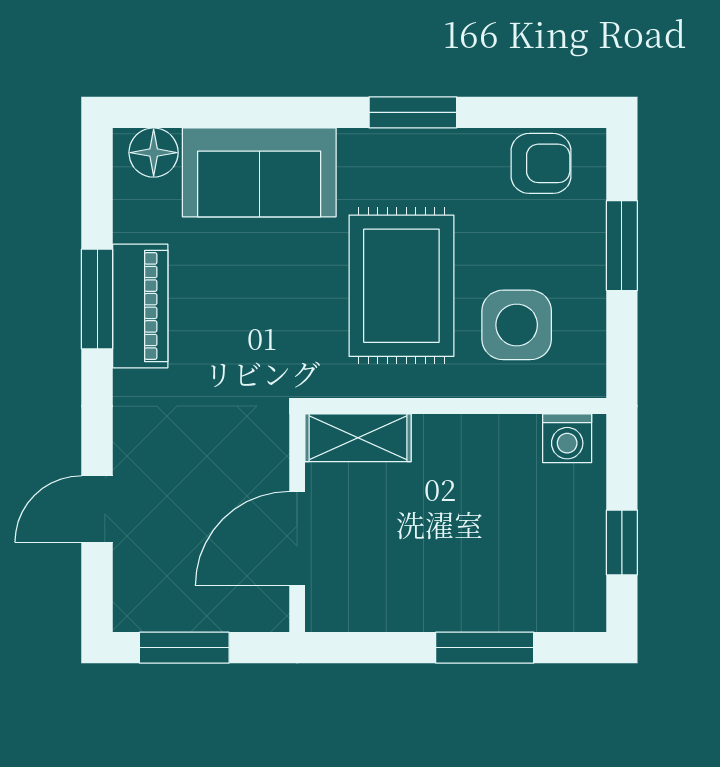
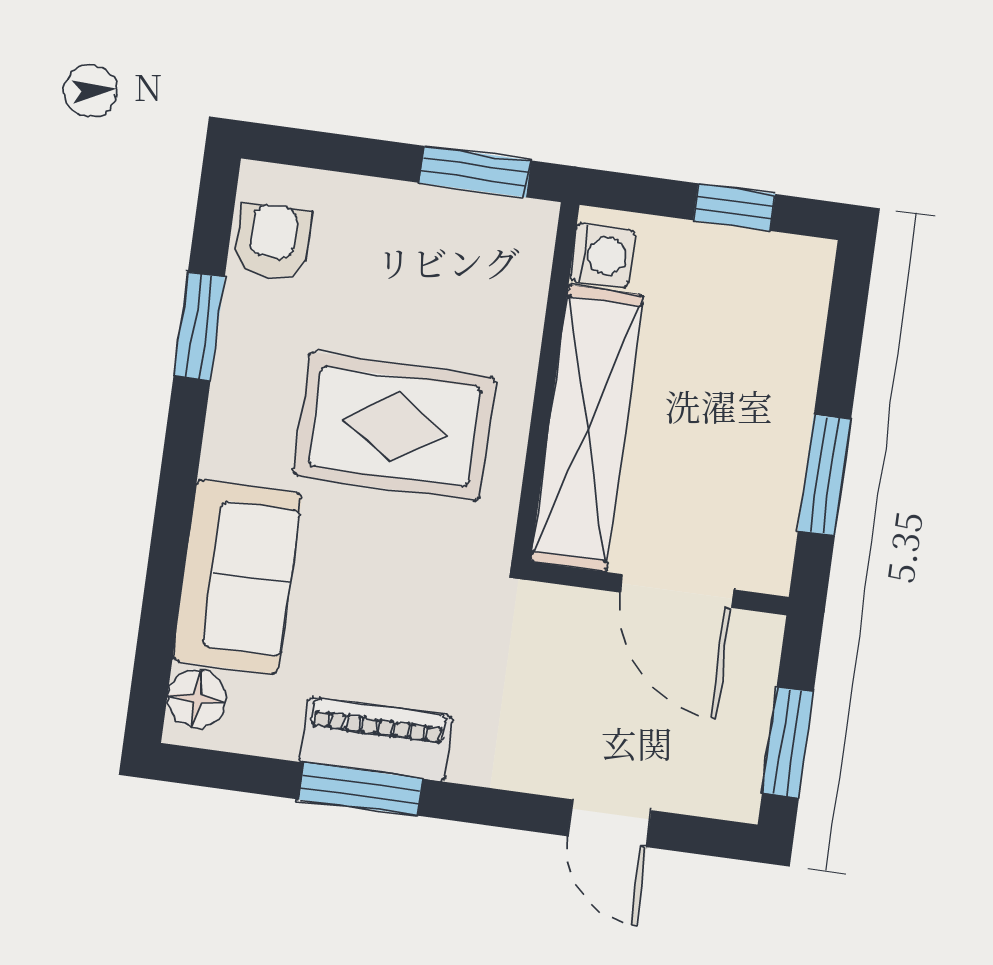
window: (413, 112) -> (199, 326), moved
window: (622, 246) -> (475, 172), moved
side table: (517, 325) -> (460, 296), removed
shelving: (358, 438) -> (587, 428), width x2.20, depth x1.33
window: (485, 648) -> (824, 475), moved

